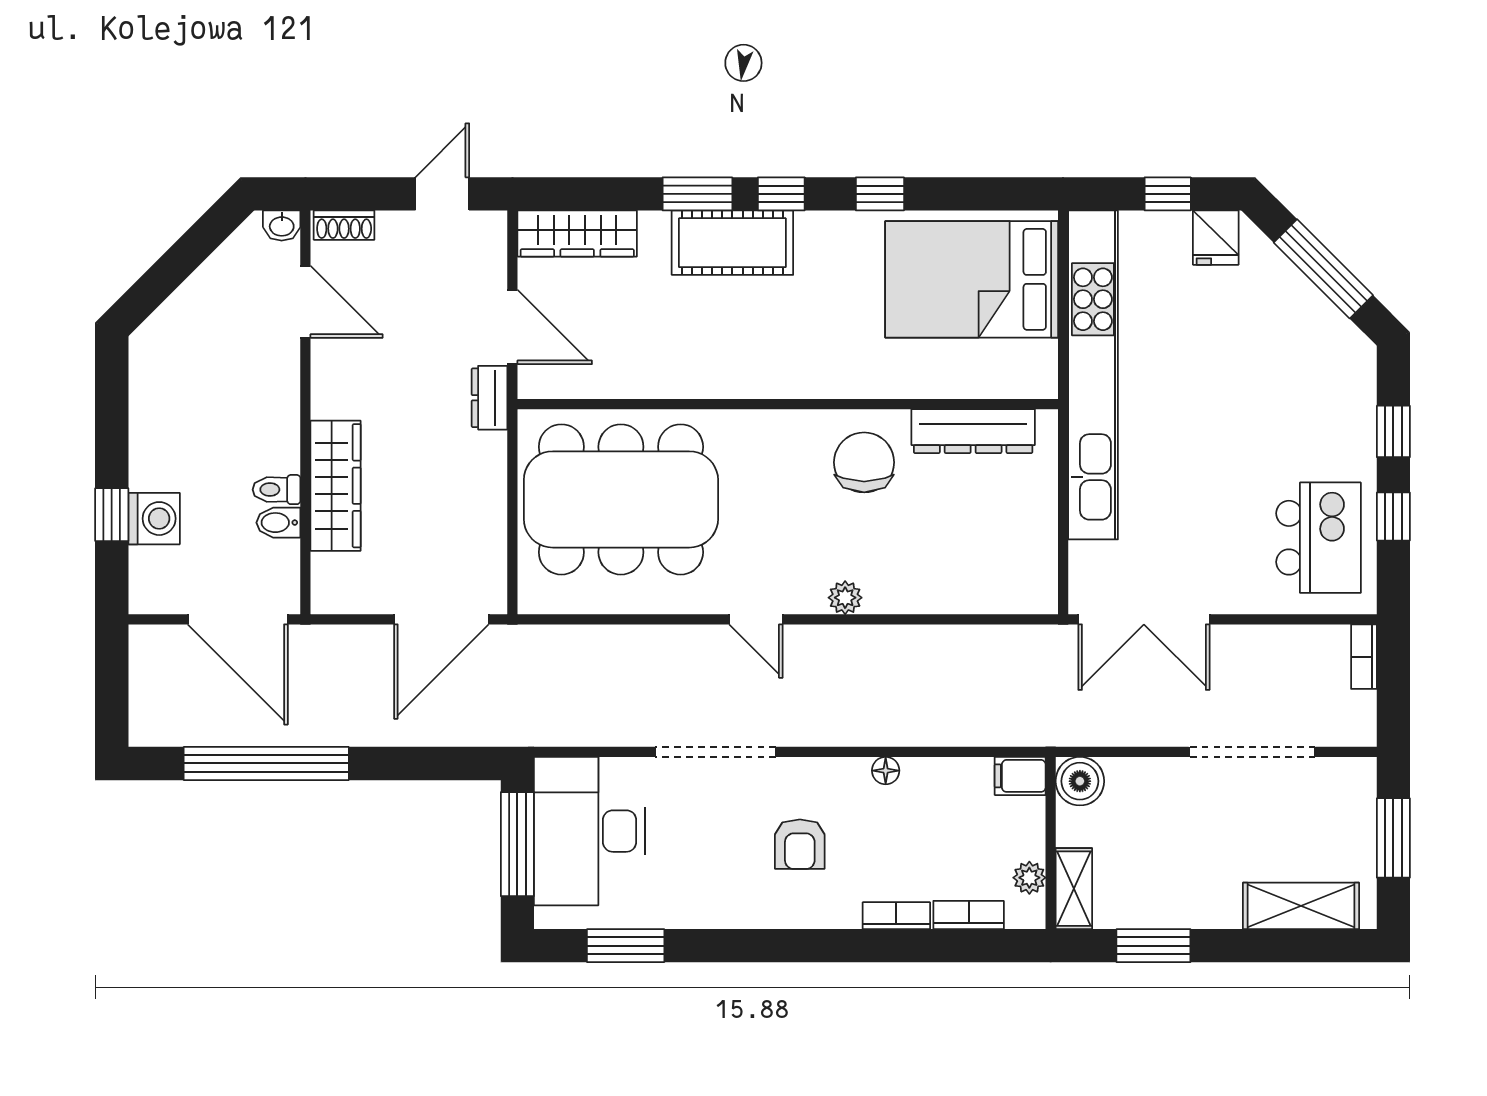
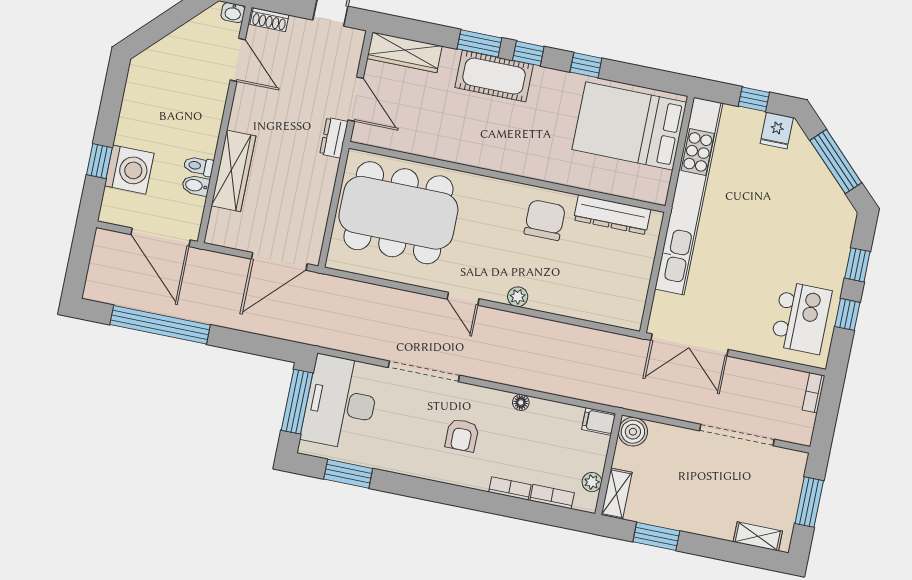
washing machine: (154, 519) -> (129, 170), width x1.37, depth x1.37
shelving: (1301, 906) -> (758, 536), width x0.67, depth x0.75

